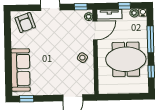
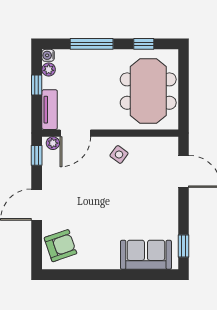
door: (95, 30) -> (75, 133), swing flipped
meeting table: (126, 59) -> (148, 91), moved
sofa: (21, 70) -> (146, 255), width x0.73

